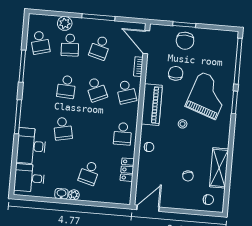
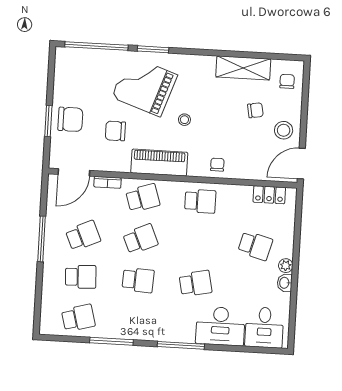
plant: (65, 23) -> (51, 285), removed
school desk: (100, 48) -> (83, 236), turned -39
locker: (127, 170) -> (269, 195), moved
stool: (173, 196) -> (284, 130), added
door: (148, 208) -> (301, 164), hinge flipped

